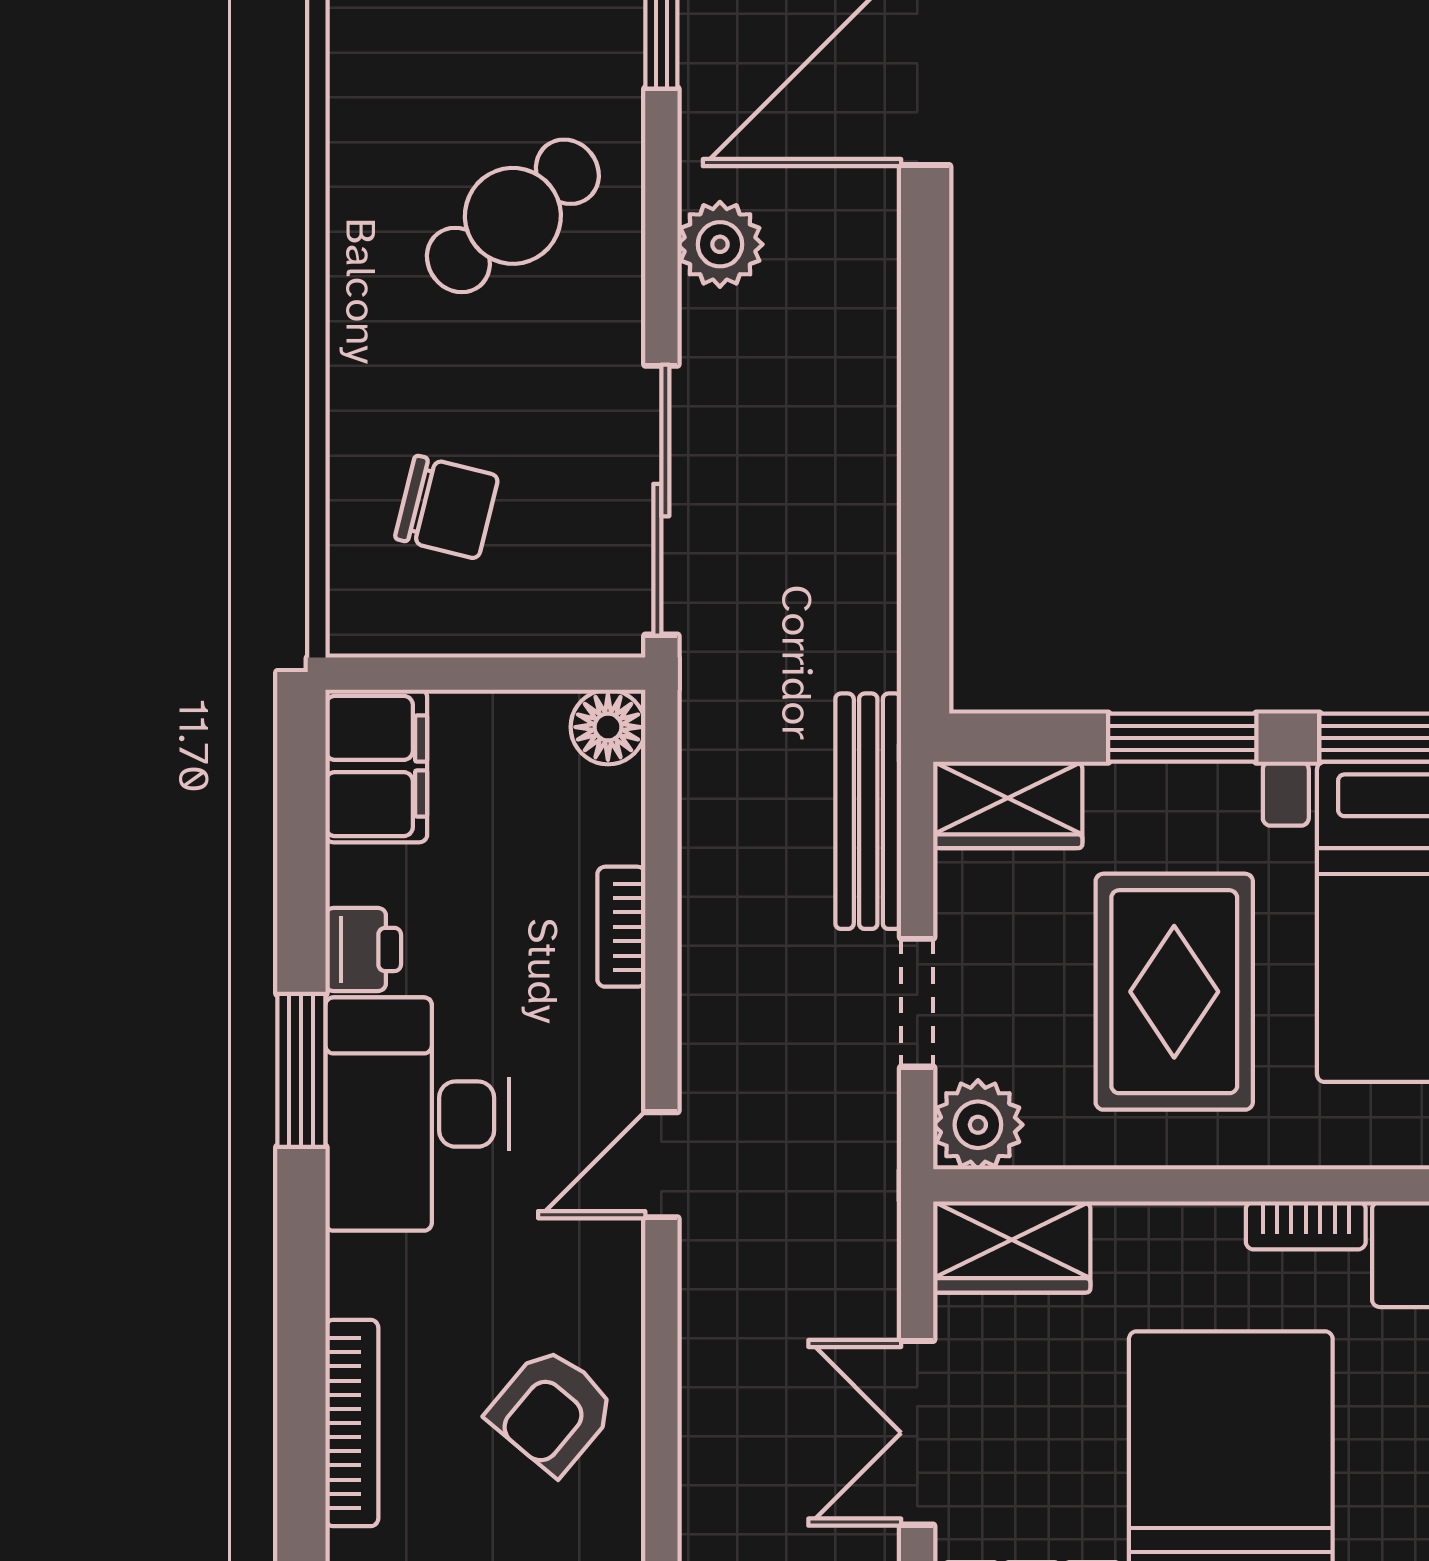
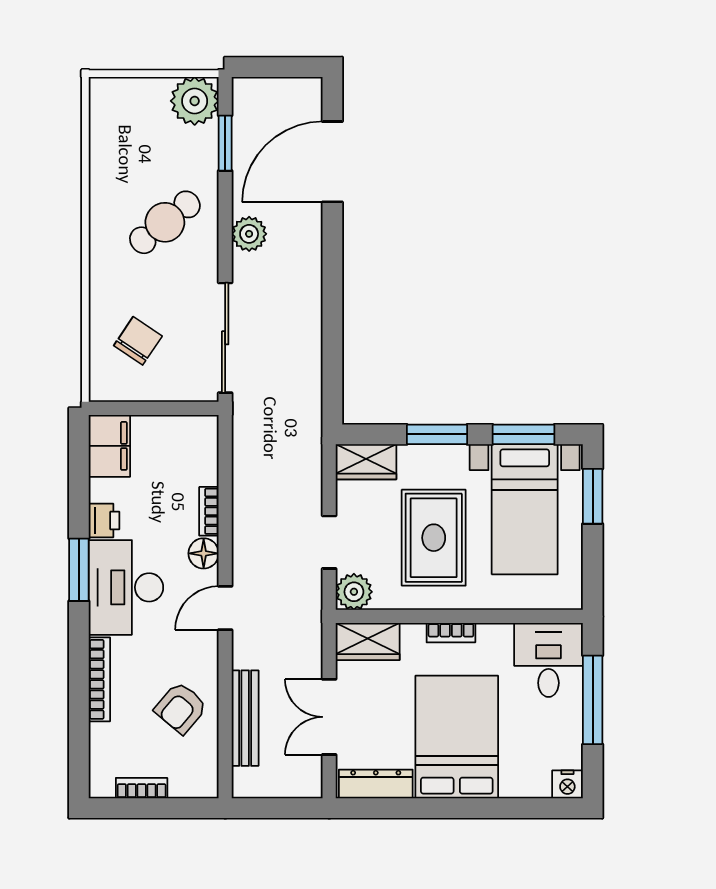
chair: (447, 507) -> (138, 341), turned -70
floor lamp: (608, 727) -> (204, 553), moved
bench: (868, 811) -> (245, 718), moved
bookcase: (1306, 1225) -> (451, 633), moved
bookcase: (352, 1423) -> (99, 679), moved

